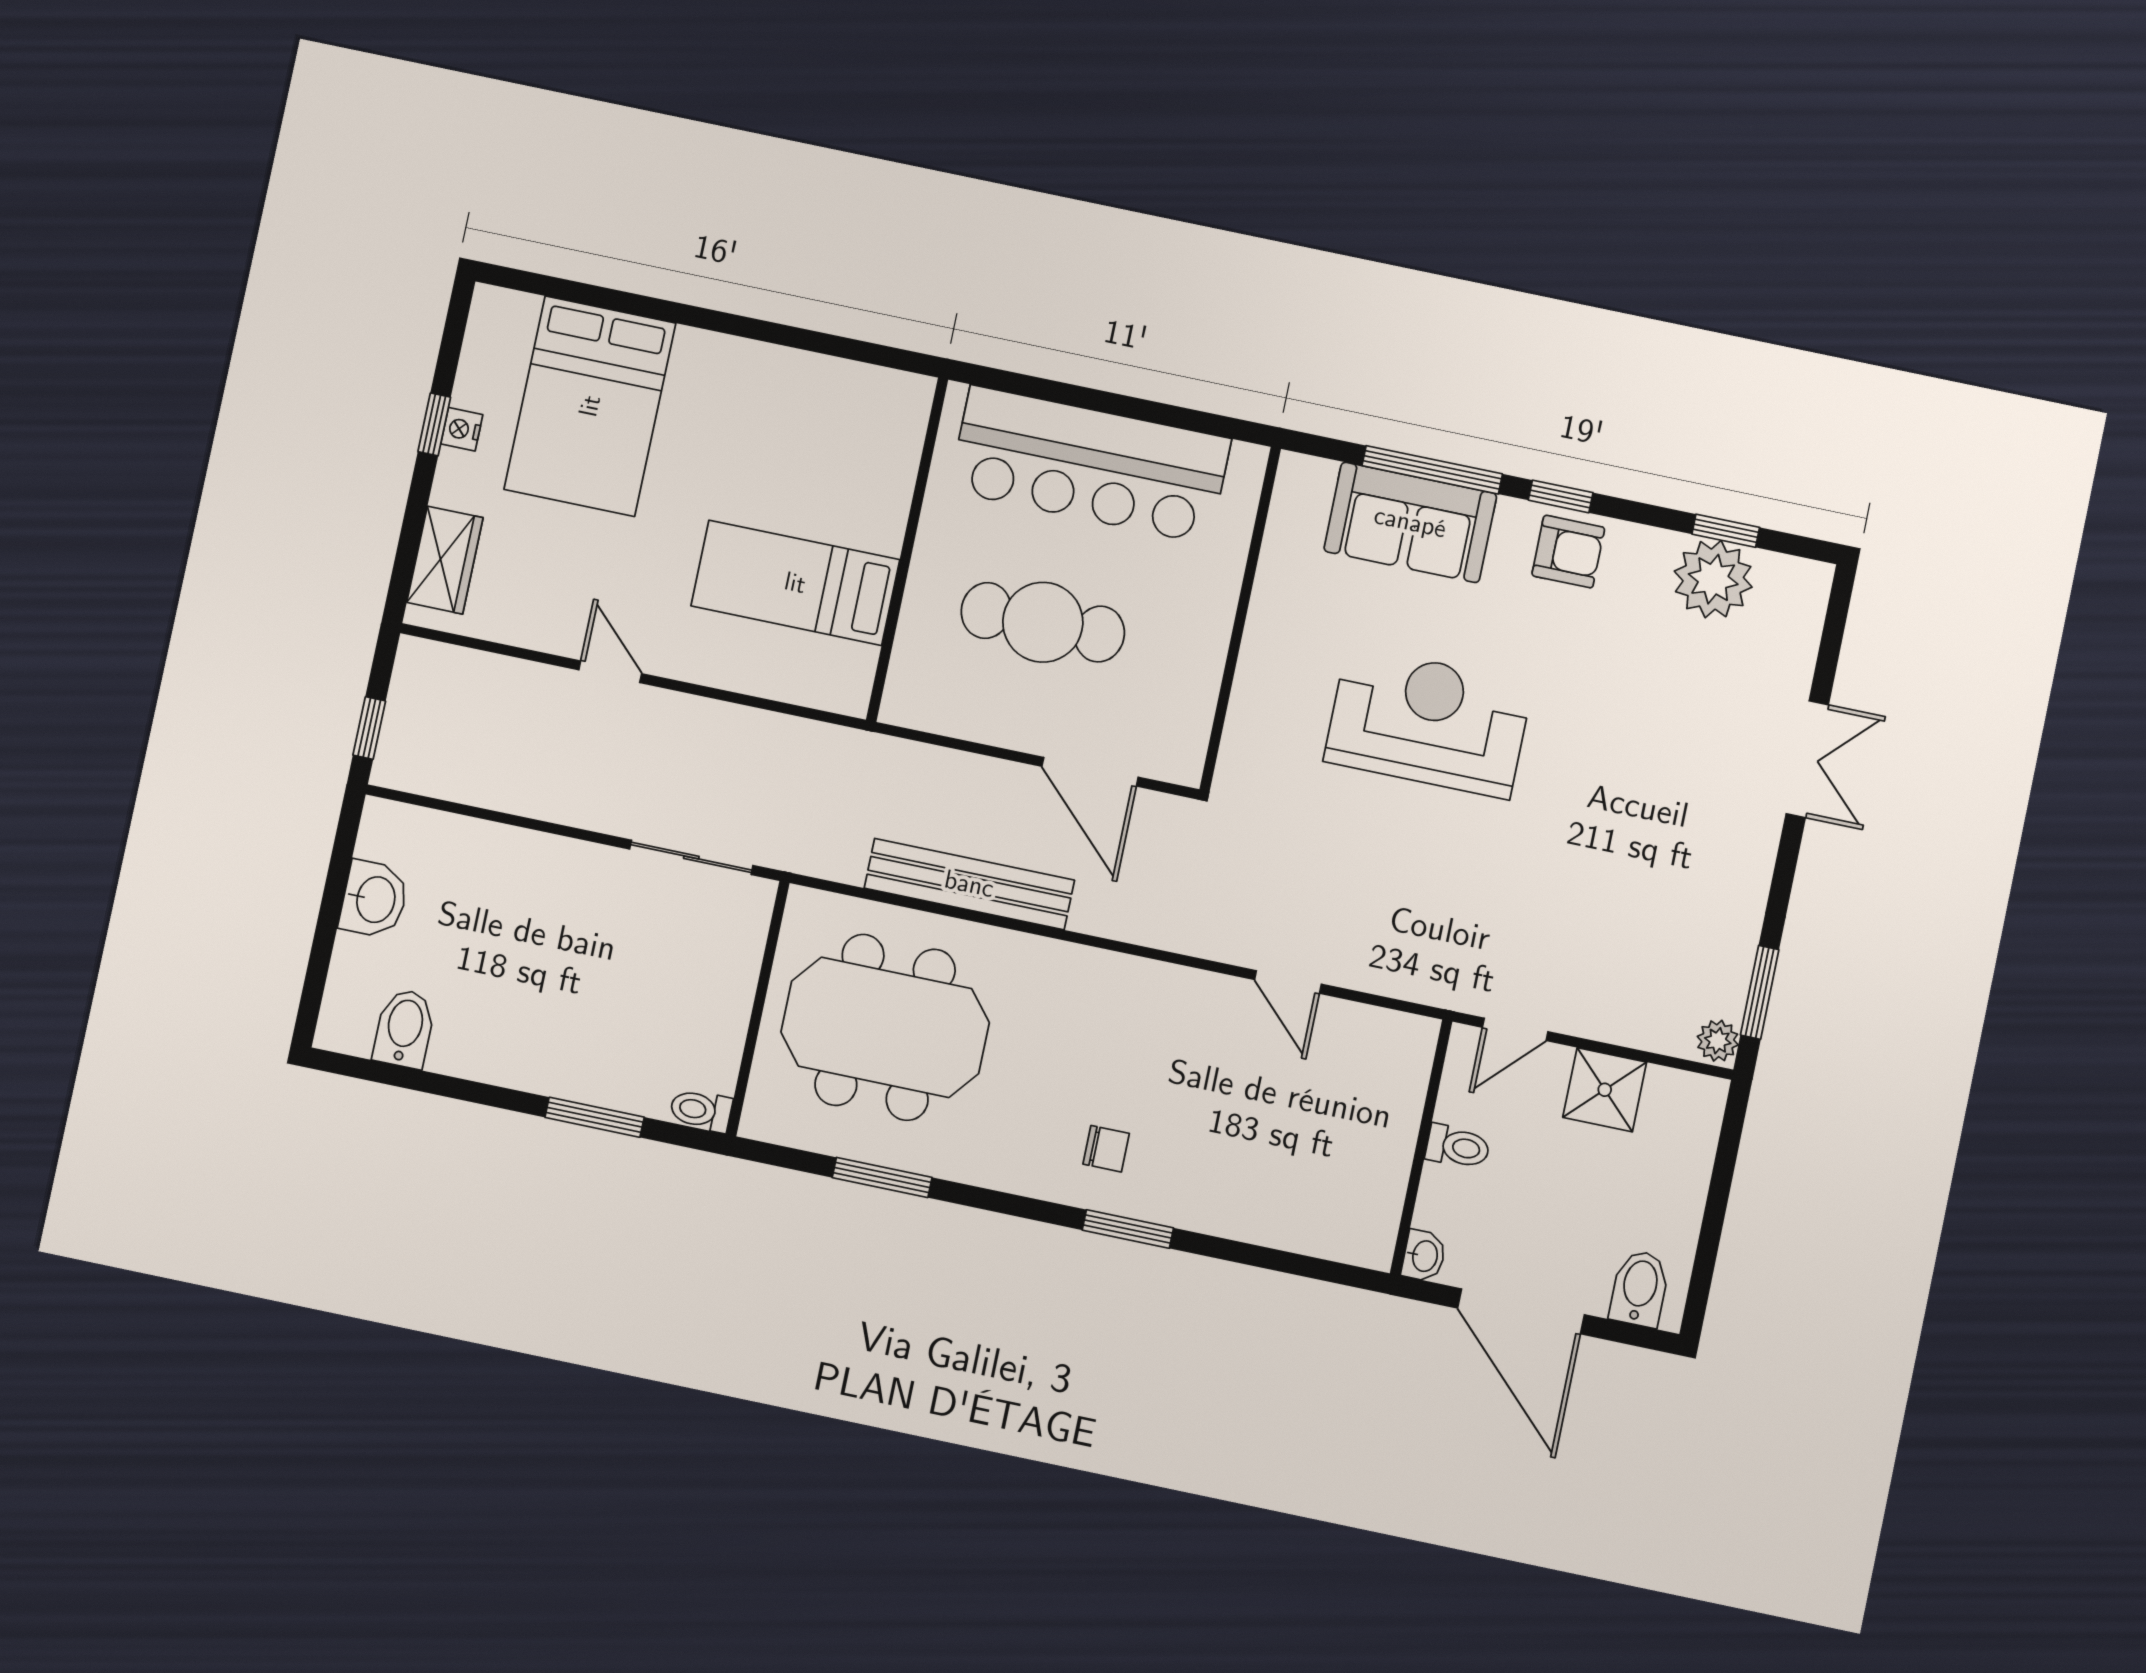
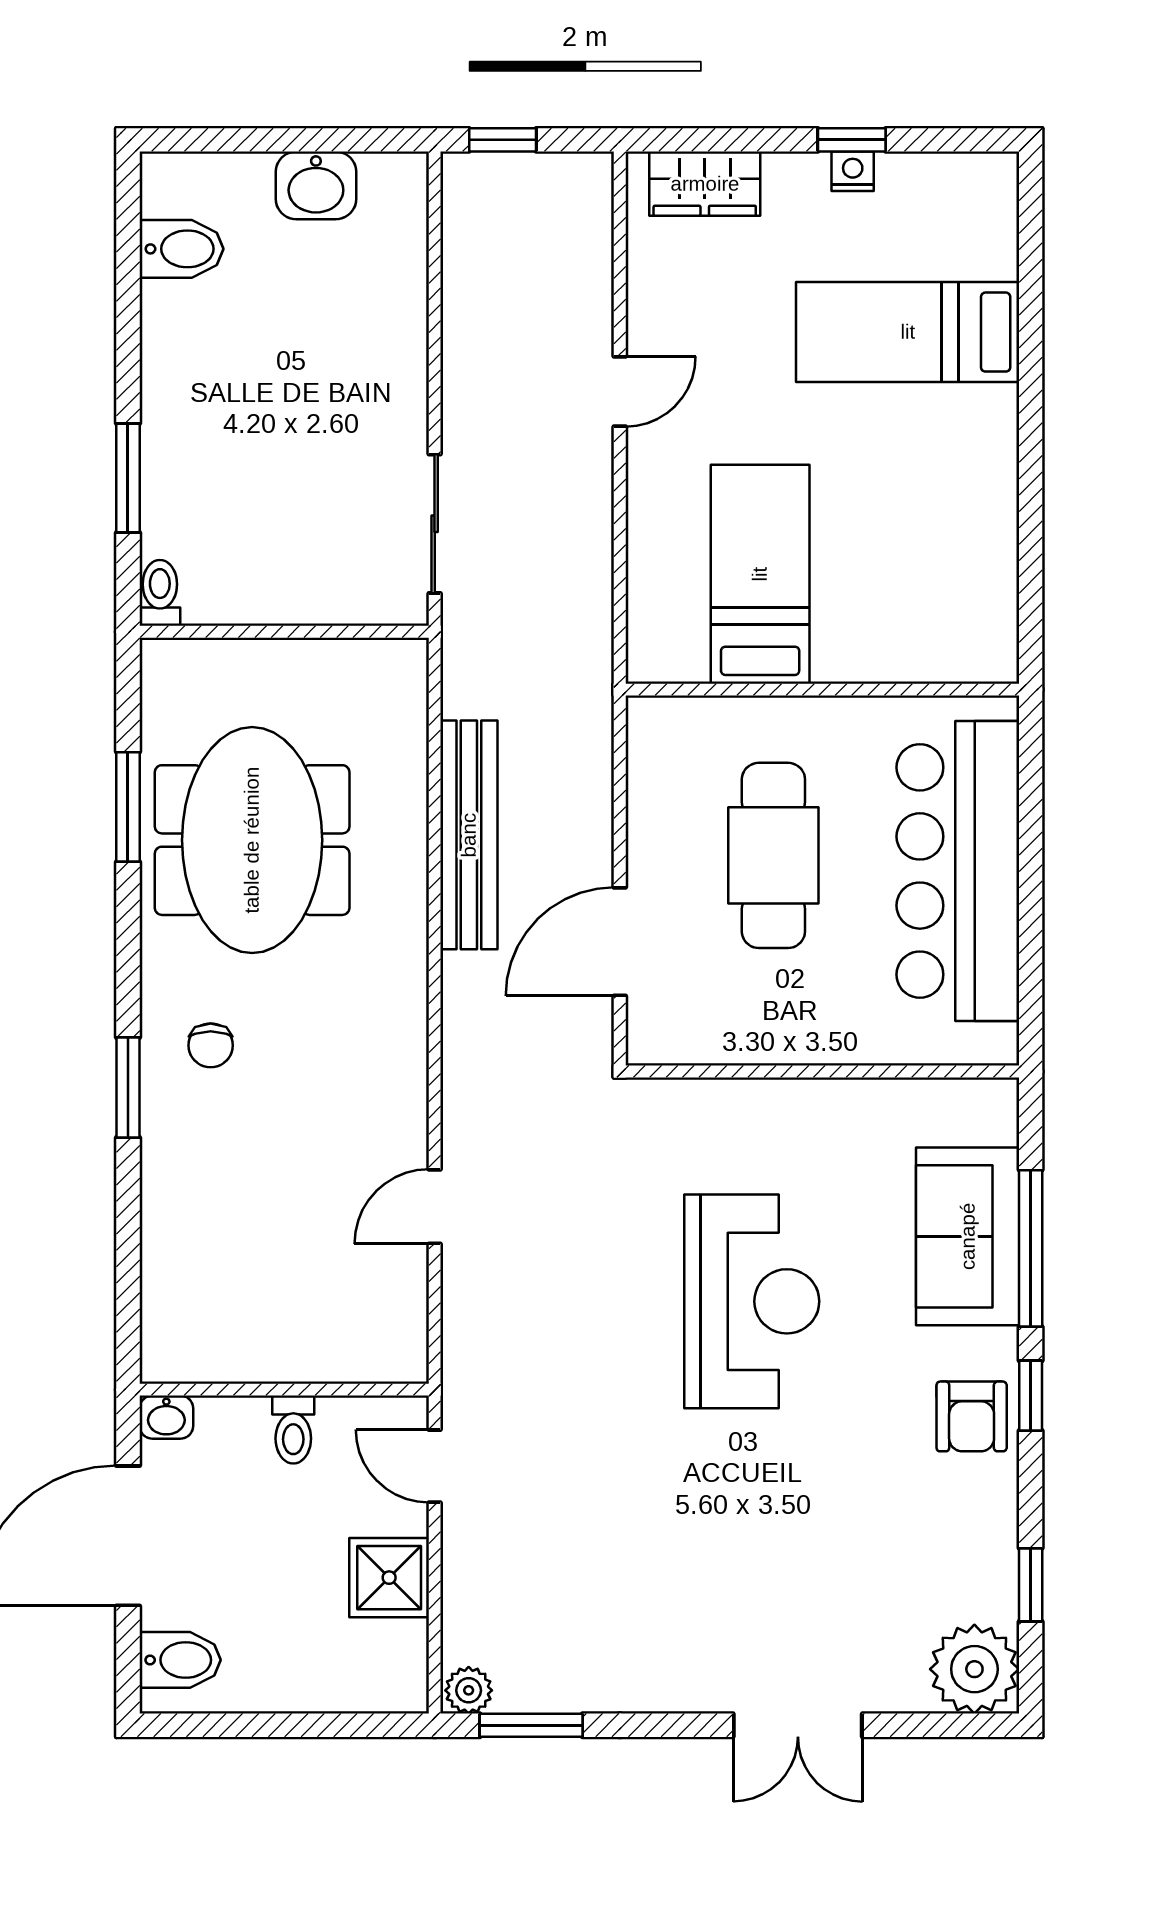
bed: (590, 406) -> (908, 332), width x0.67
plant: (1713, 579) -> (974, 1669), moved
meeting table: (885, 1027) -> (252, 840), moved

